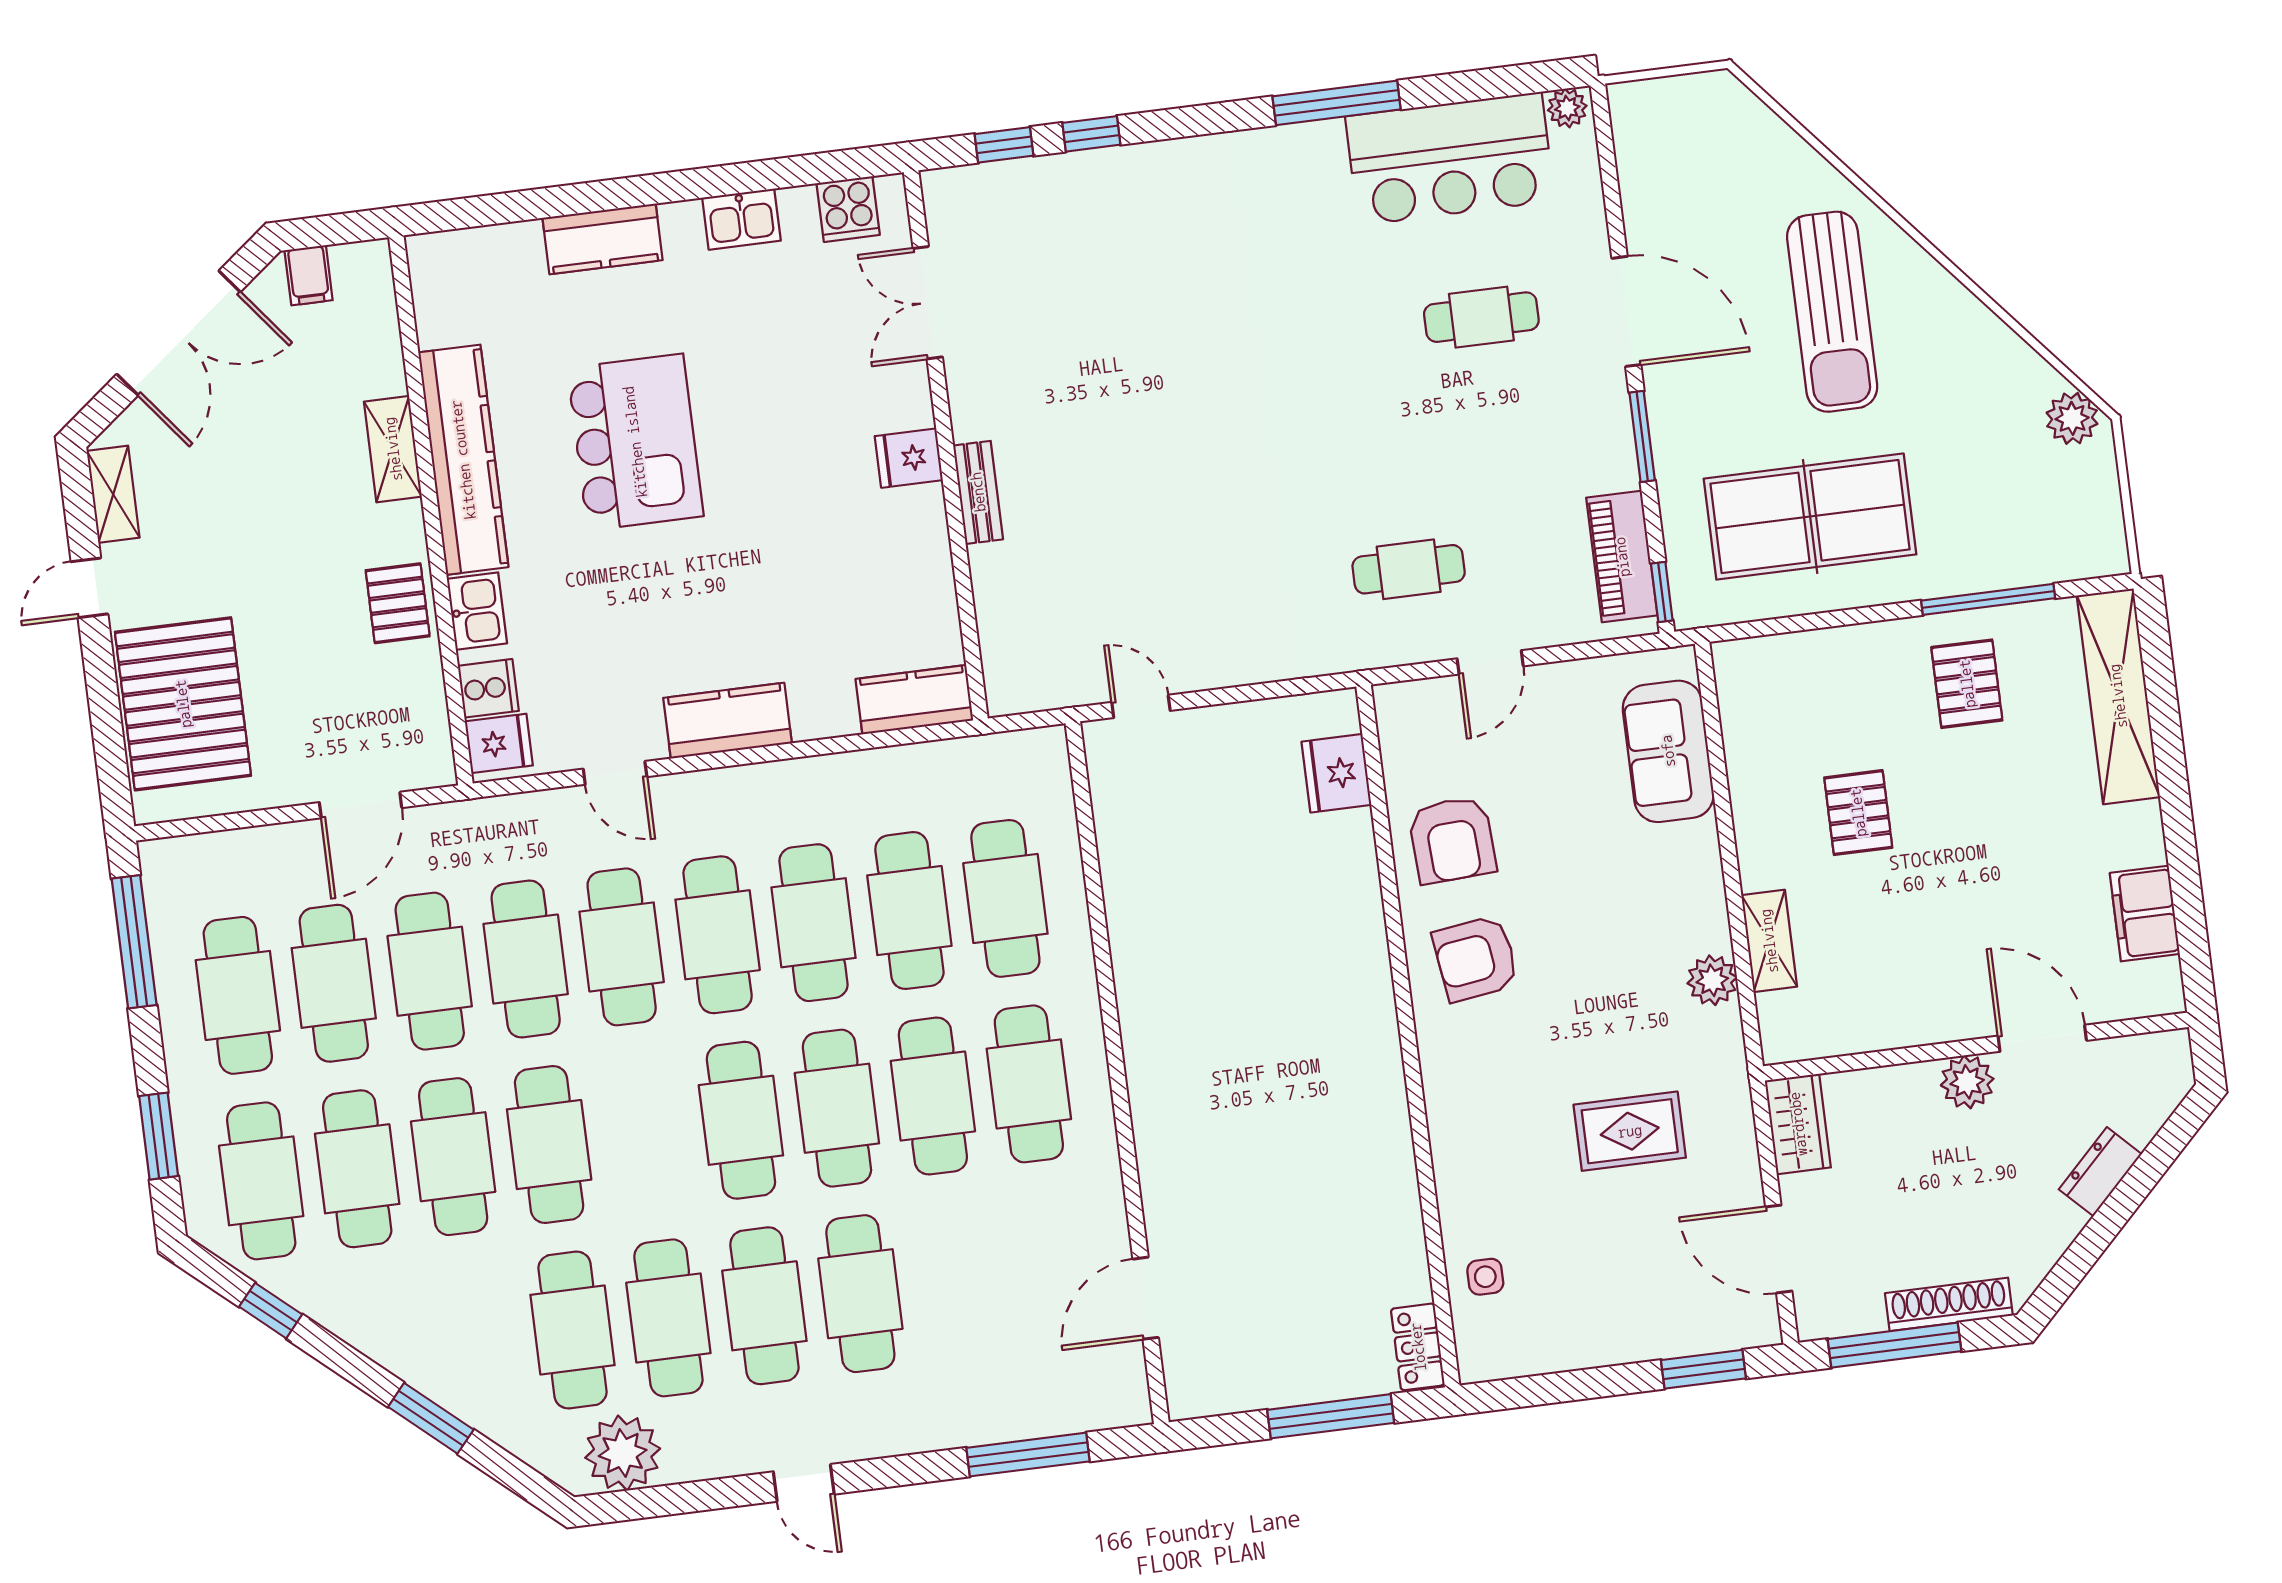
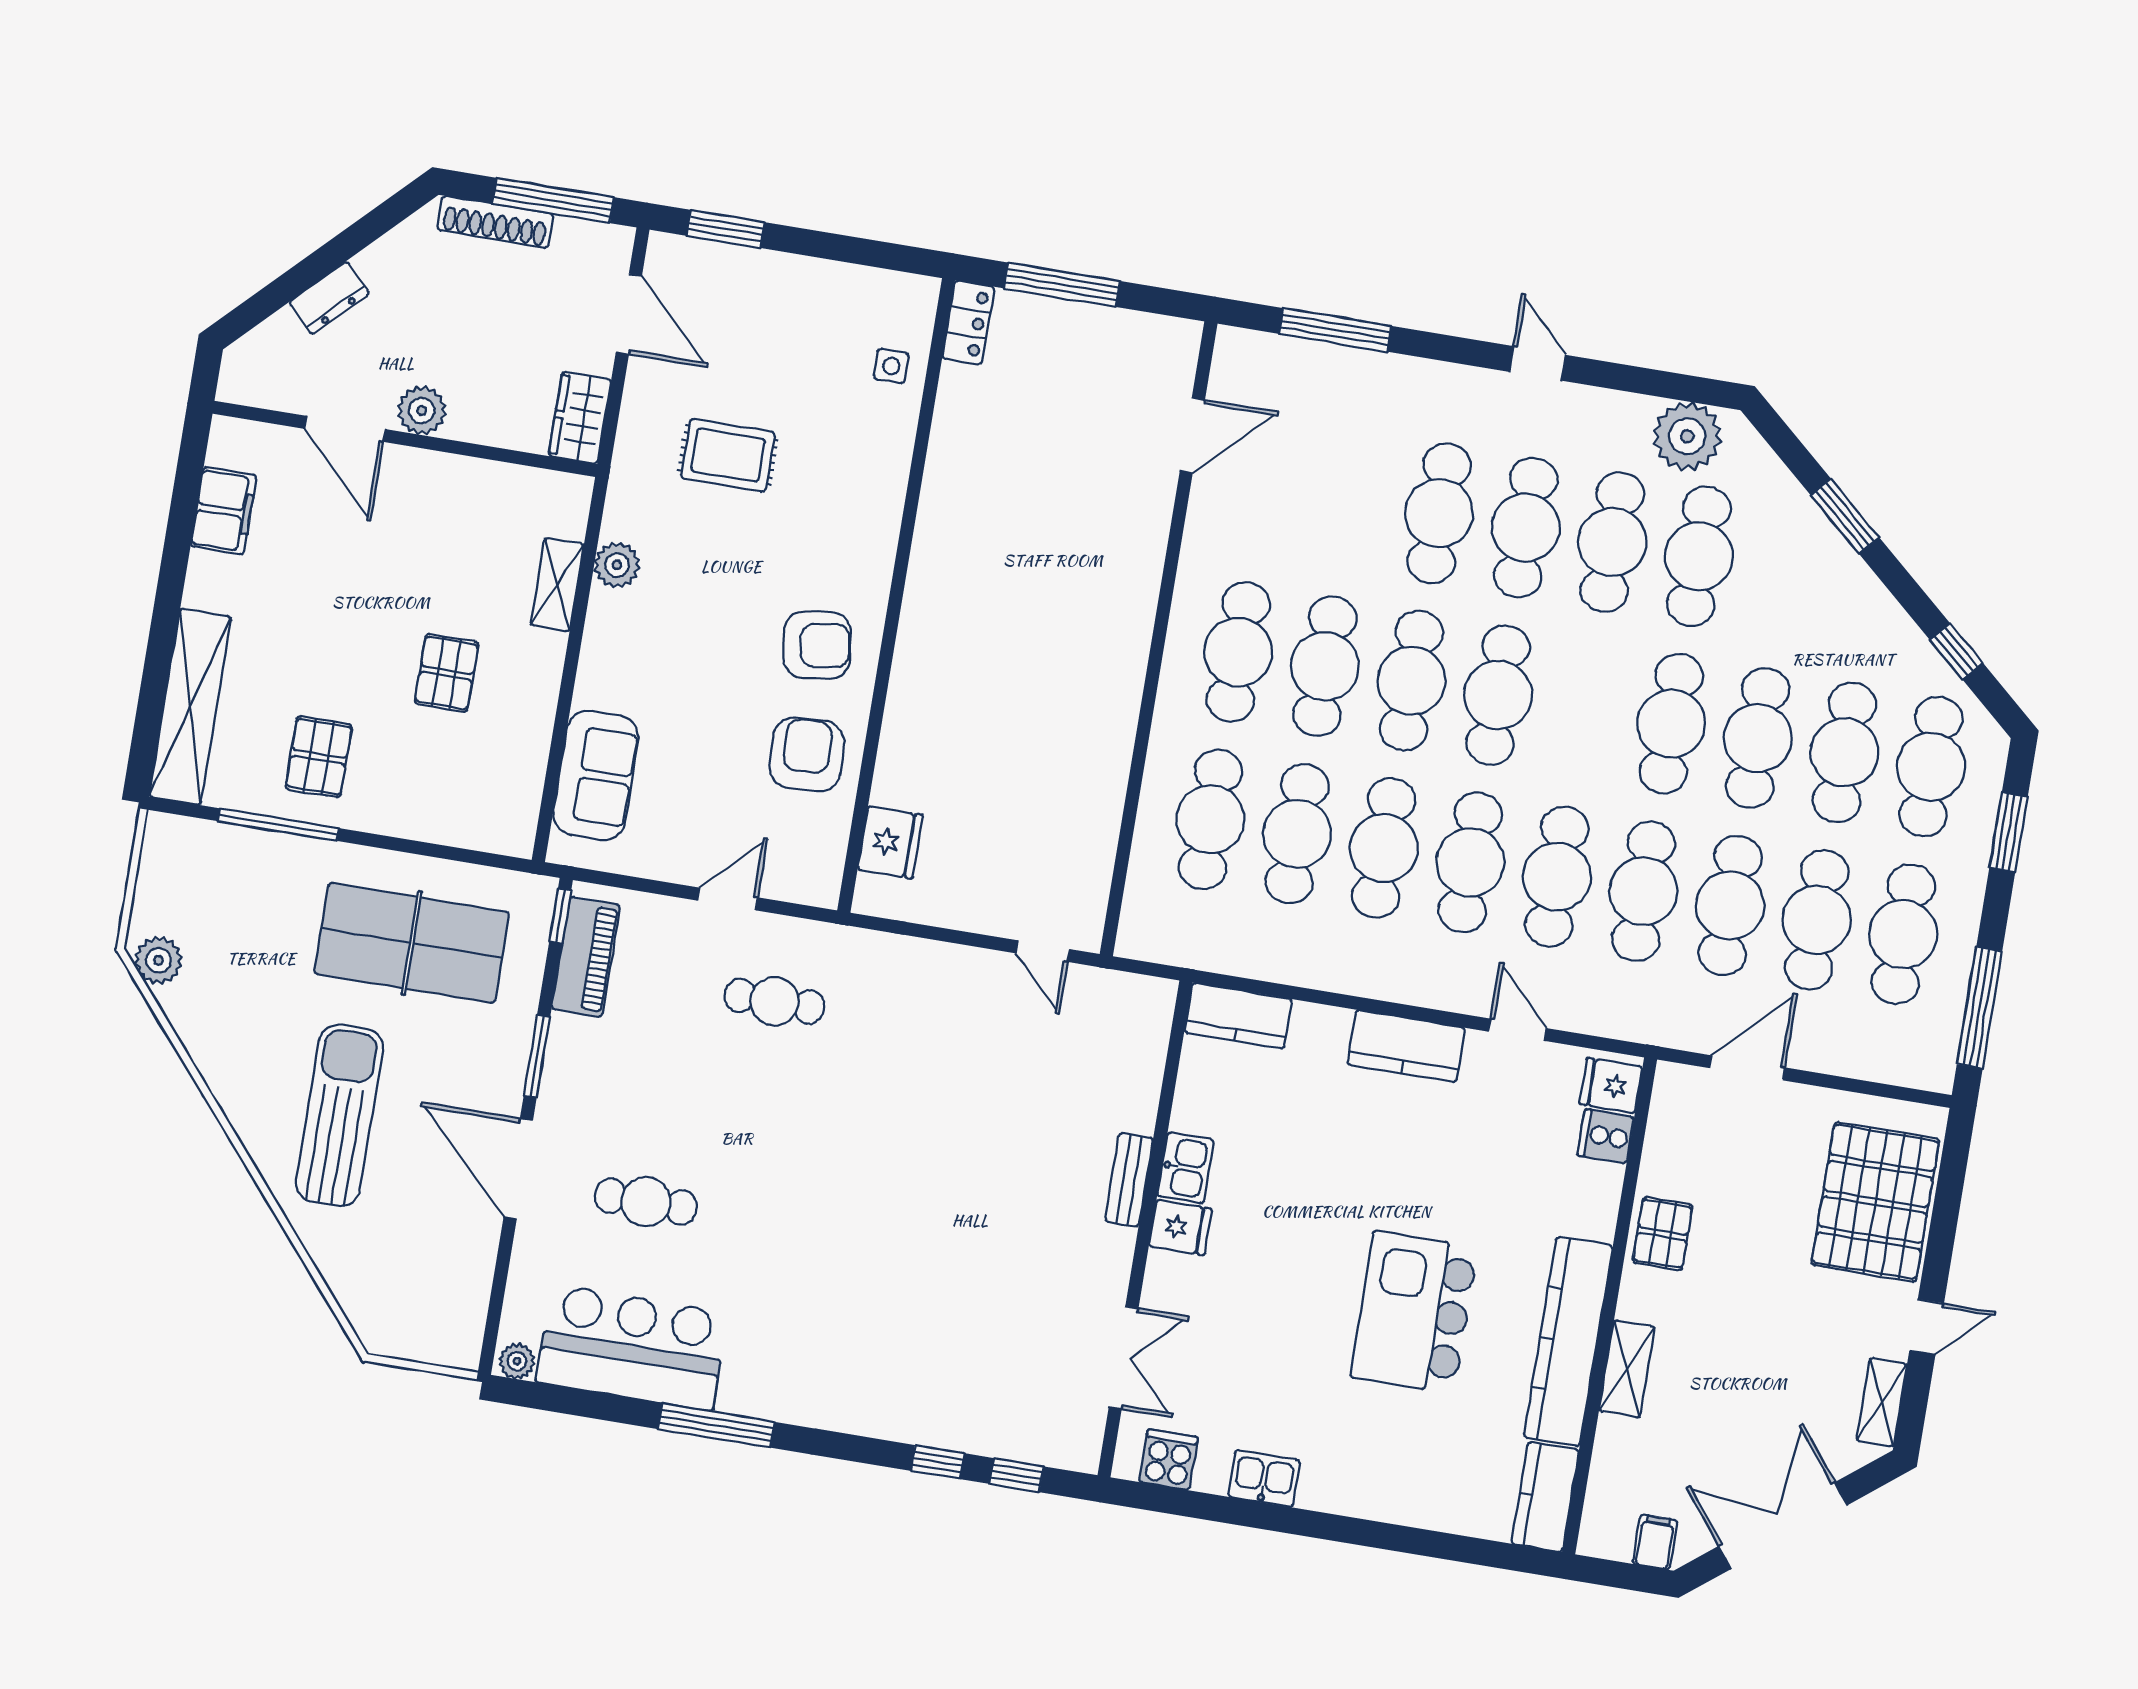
kitchen counter: (603, 239) -> (1545, 1497), moved, turned -90
kitchen sink: (477, 611) -> (1186, 1168), moved, turned 180

